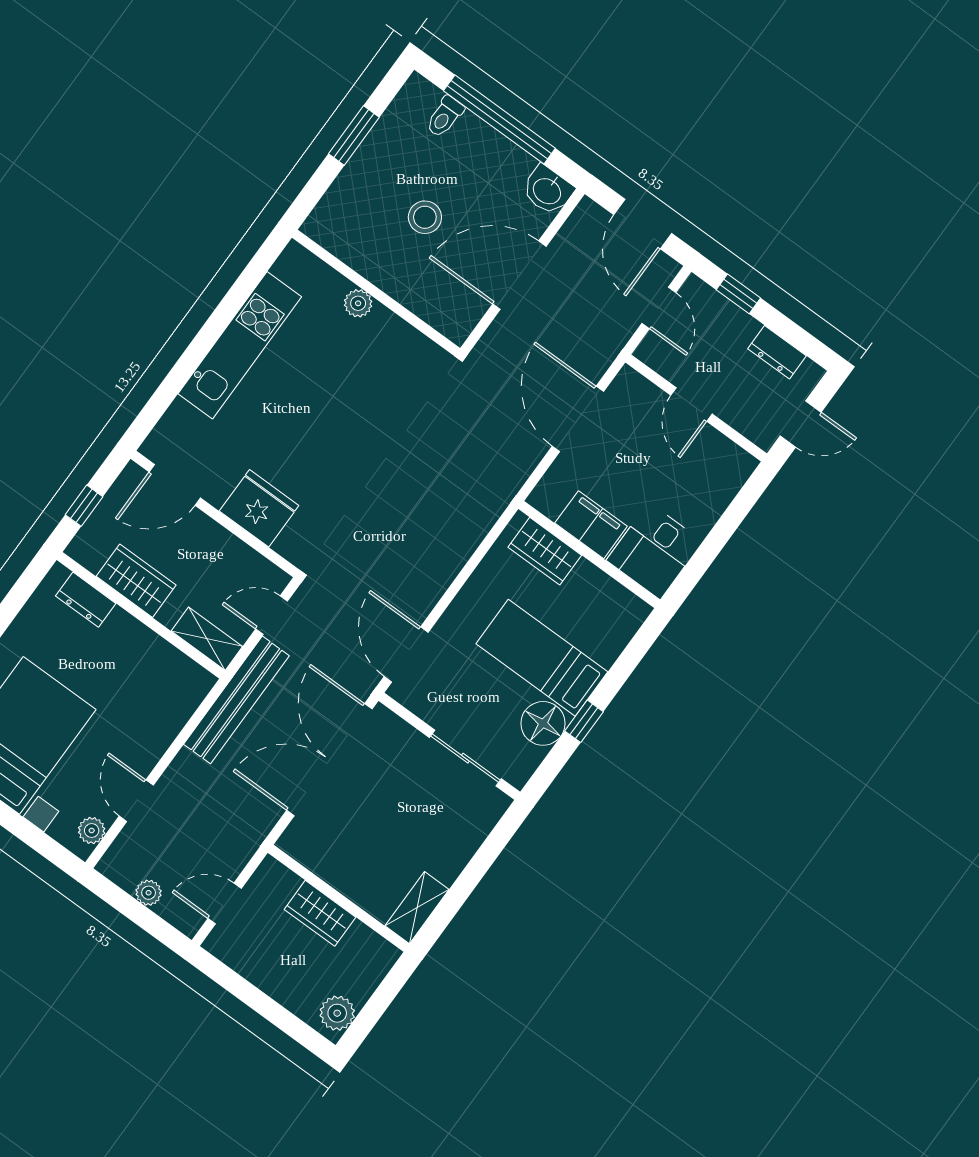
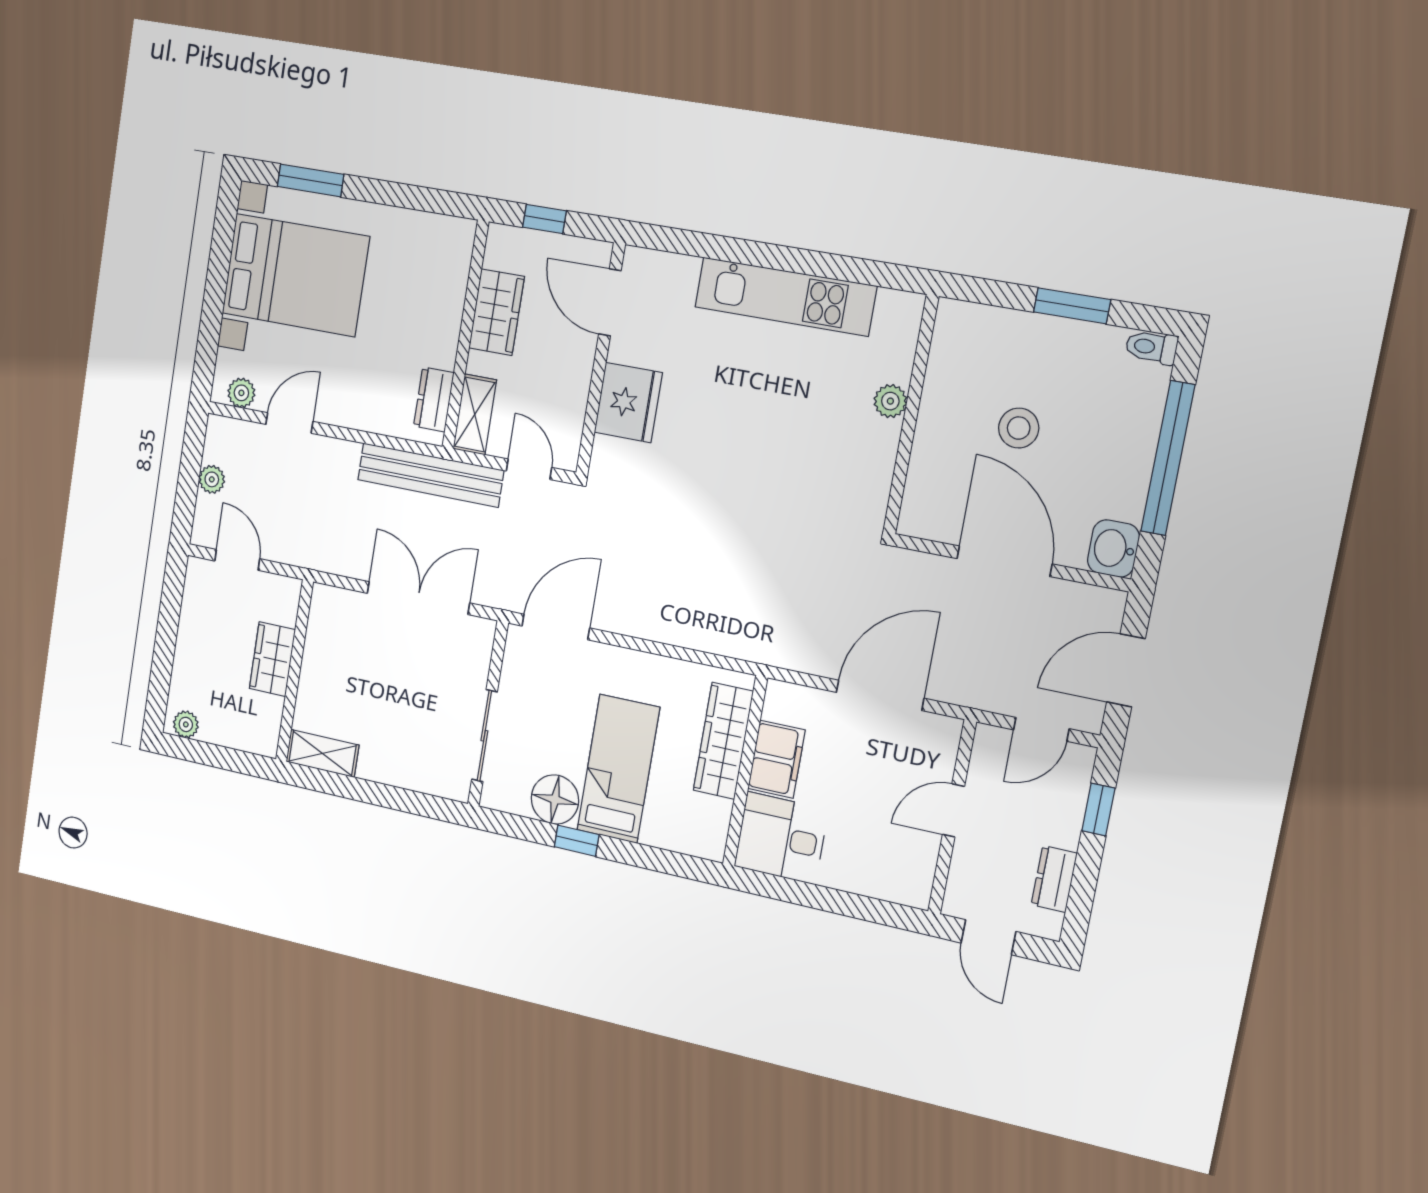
toilet: (445, 117) -> (1151, 347), moved
wardrobe: (545, 551) -> (723, 741), width x1.50
dresser: (86, 600) -> (434, 399), moved
double door: (329, 760) -> (418, 598), width x0.73
plant: (337, 1013) -> (186, 724), width x0.73, depth x0.73

